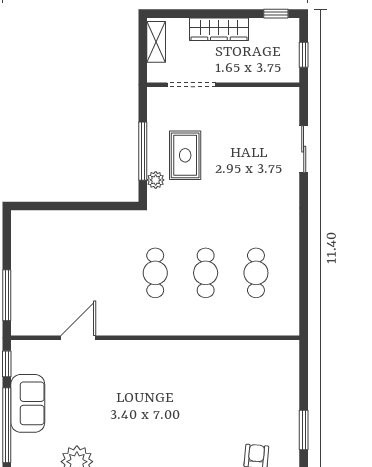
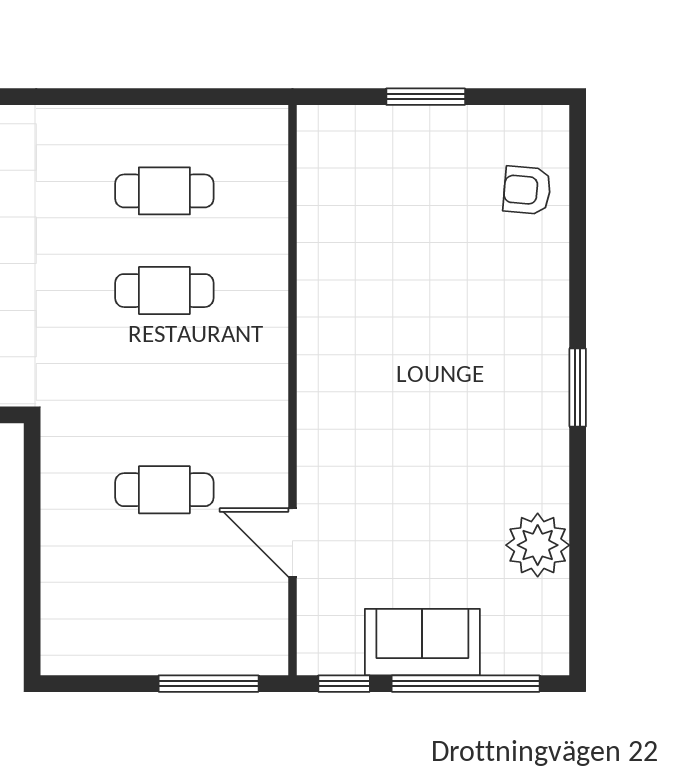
cafe table: (155, 273) -> (164, 490), moved
window: (304, 430) -> (426, 97), moved

